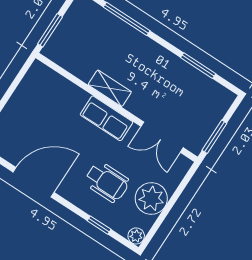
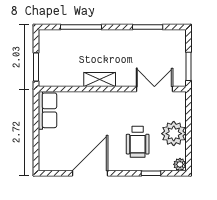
row of seats: (106, 118) -> (47, 110), moved, turned -90
double door: (162, 137) -> (154, 89), swing flipped
wheelchair: (107, 182) -> (138, 142), turned 90

